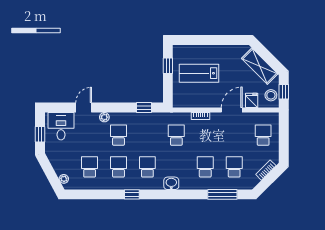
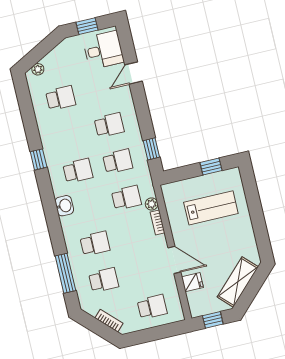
lab bench: (199, 73) -> (211, 208), turned 90
stool: (271, 95) -> (205, 305), removed
door: (84, 108) -> (133, 73), swing flipped
plant: (104, 117) -> (152, 204), moved
school desk: (118, 167) -> (118, 161), moved

